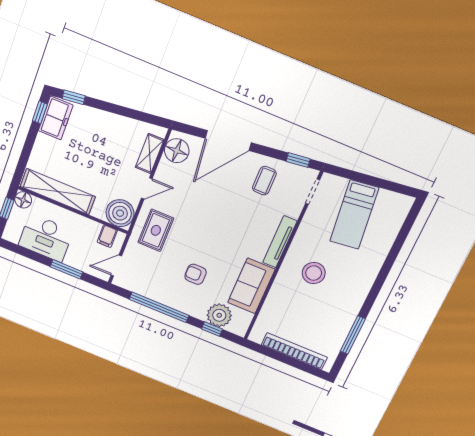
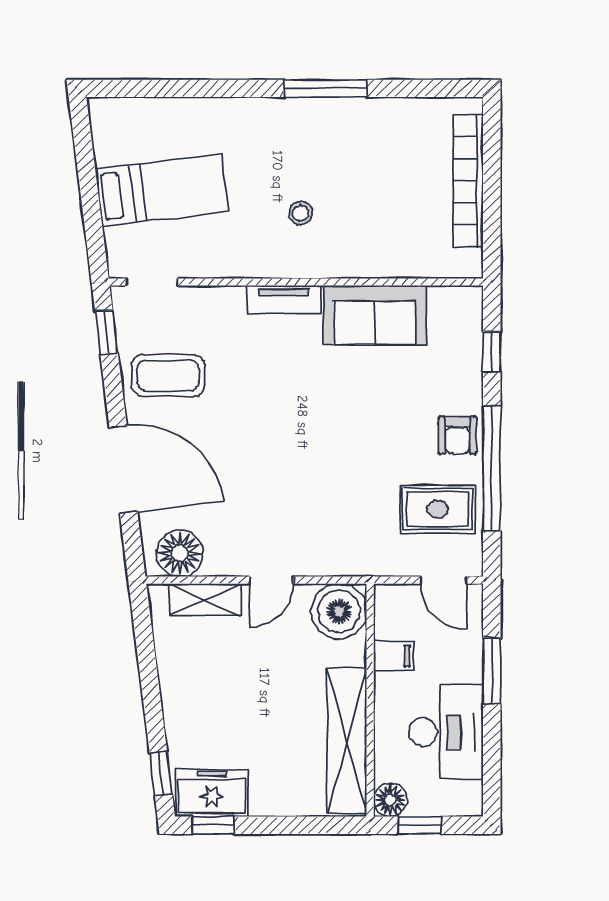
coffee table: (264, 181) -> (168, 376), width x1.36, depth x1.30
door: (147, 188) -> (272, 580), swing flipped
rug: (156, 230) -> (437, 509), moved
filing cabinet: (107, 236) -> (393, 656), moved
tv unit: (280, 242) -> (284, 300), width x0.71
stool: (314, 273) -> (301, 213), width x0.53, depth x0.53
armchair: (196, 274) -> (458, 435), moved
plant: (219, 315) -> (458, 350), removed
window: (353, 335) -> (325, 88), moved

